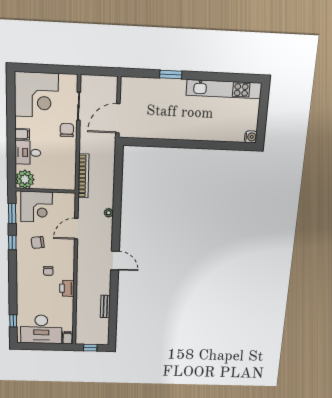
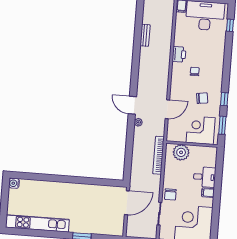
plant: (25, 179) -> (181, 152), moved
door: (115, 261) -> (132, 105), moved

